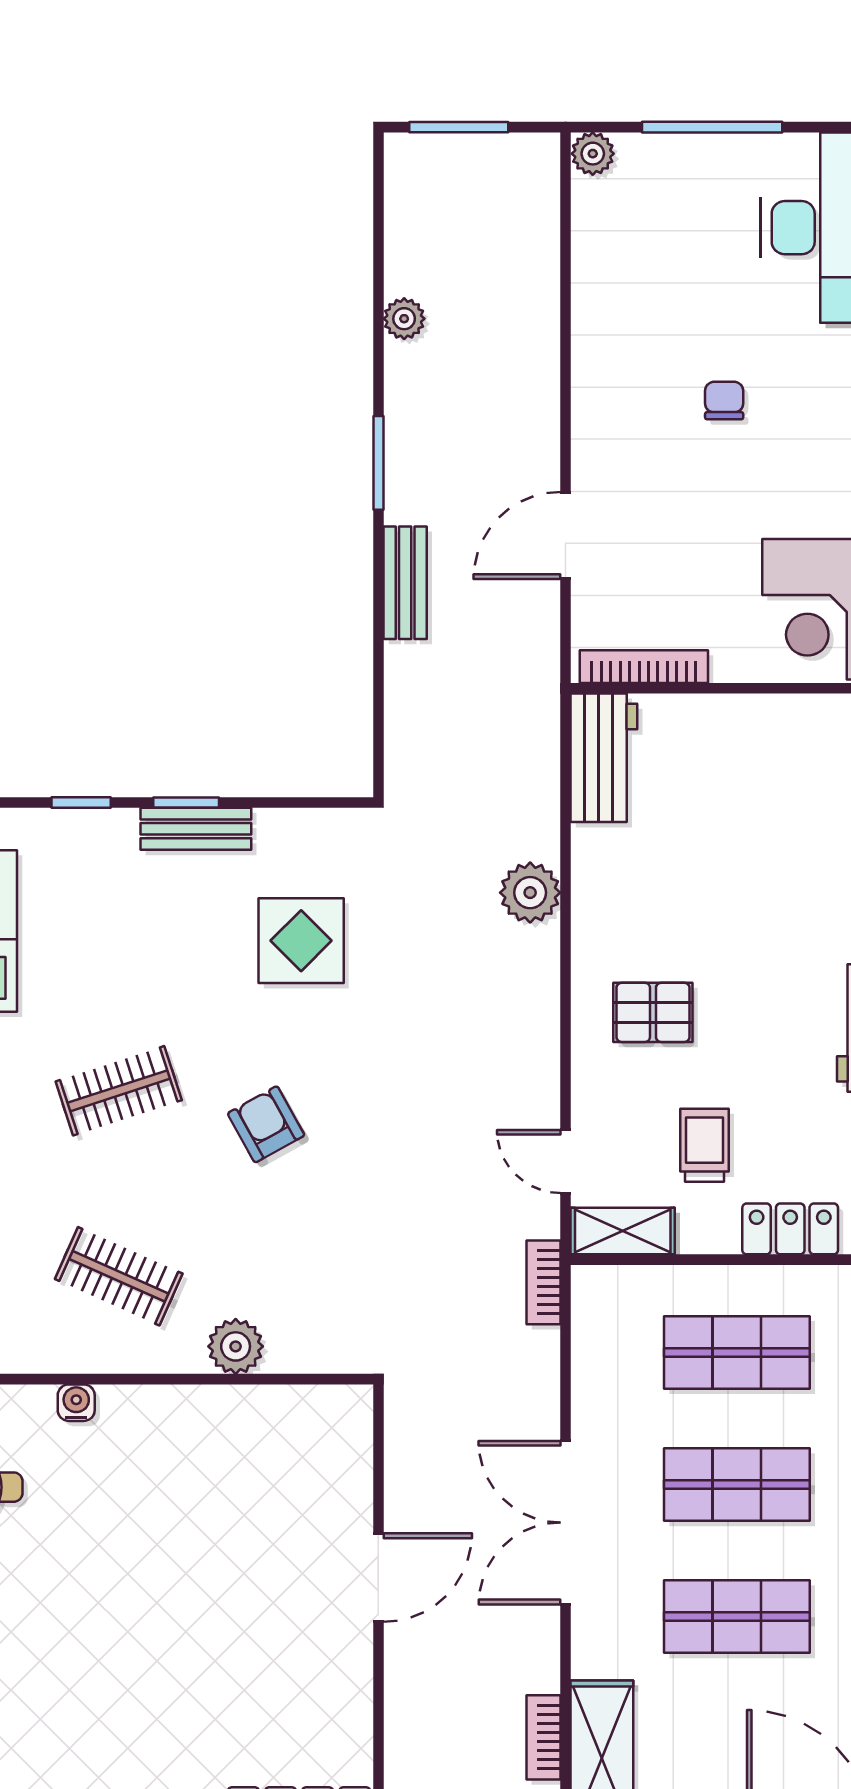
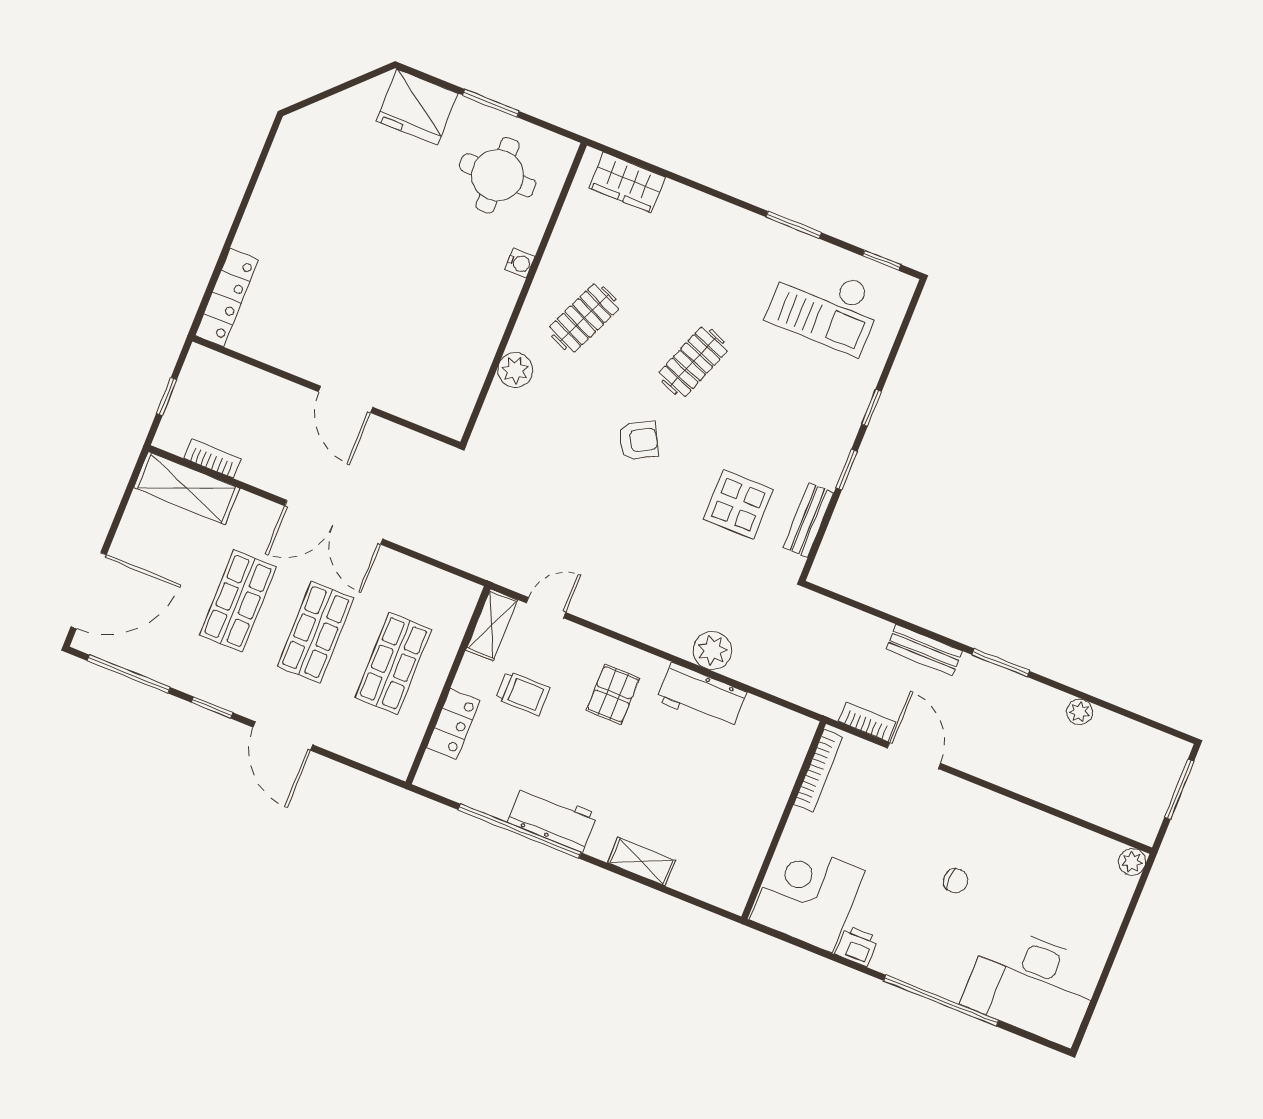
window: (712, 127) -> (1119, 938), removed
workbench: (604, 758) -> (702, 696), moved
bench: (196, 829) -> (808, 520), moved
clothes rail: (119, 1091) -> (693, 362), turned 39
bookcase: (543, 1282) -> (867, 722), moved
double door: (565, 1523) -> (334, 522), swing flipped

